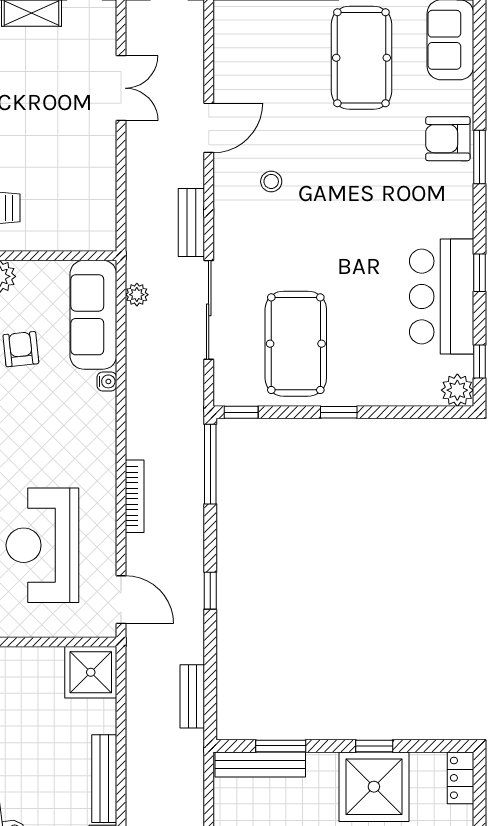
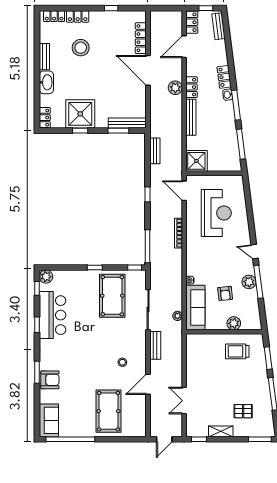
pool table: (361, 58) -> (108, 411), moved

